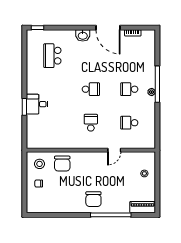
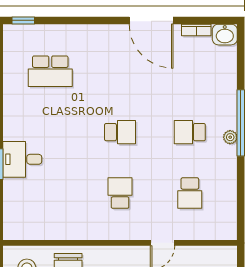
washbasin: (83, 35) -> (225, 35), moved
school desk: (52, 56) -> (50, 71), turned -90
school desk: (129, 123) -> (190, 193), turned -90

